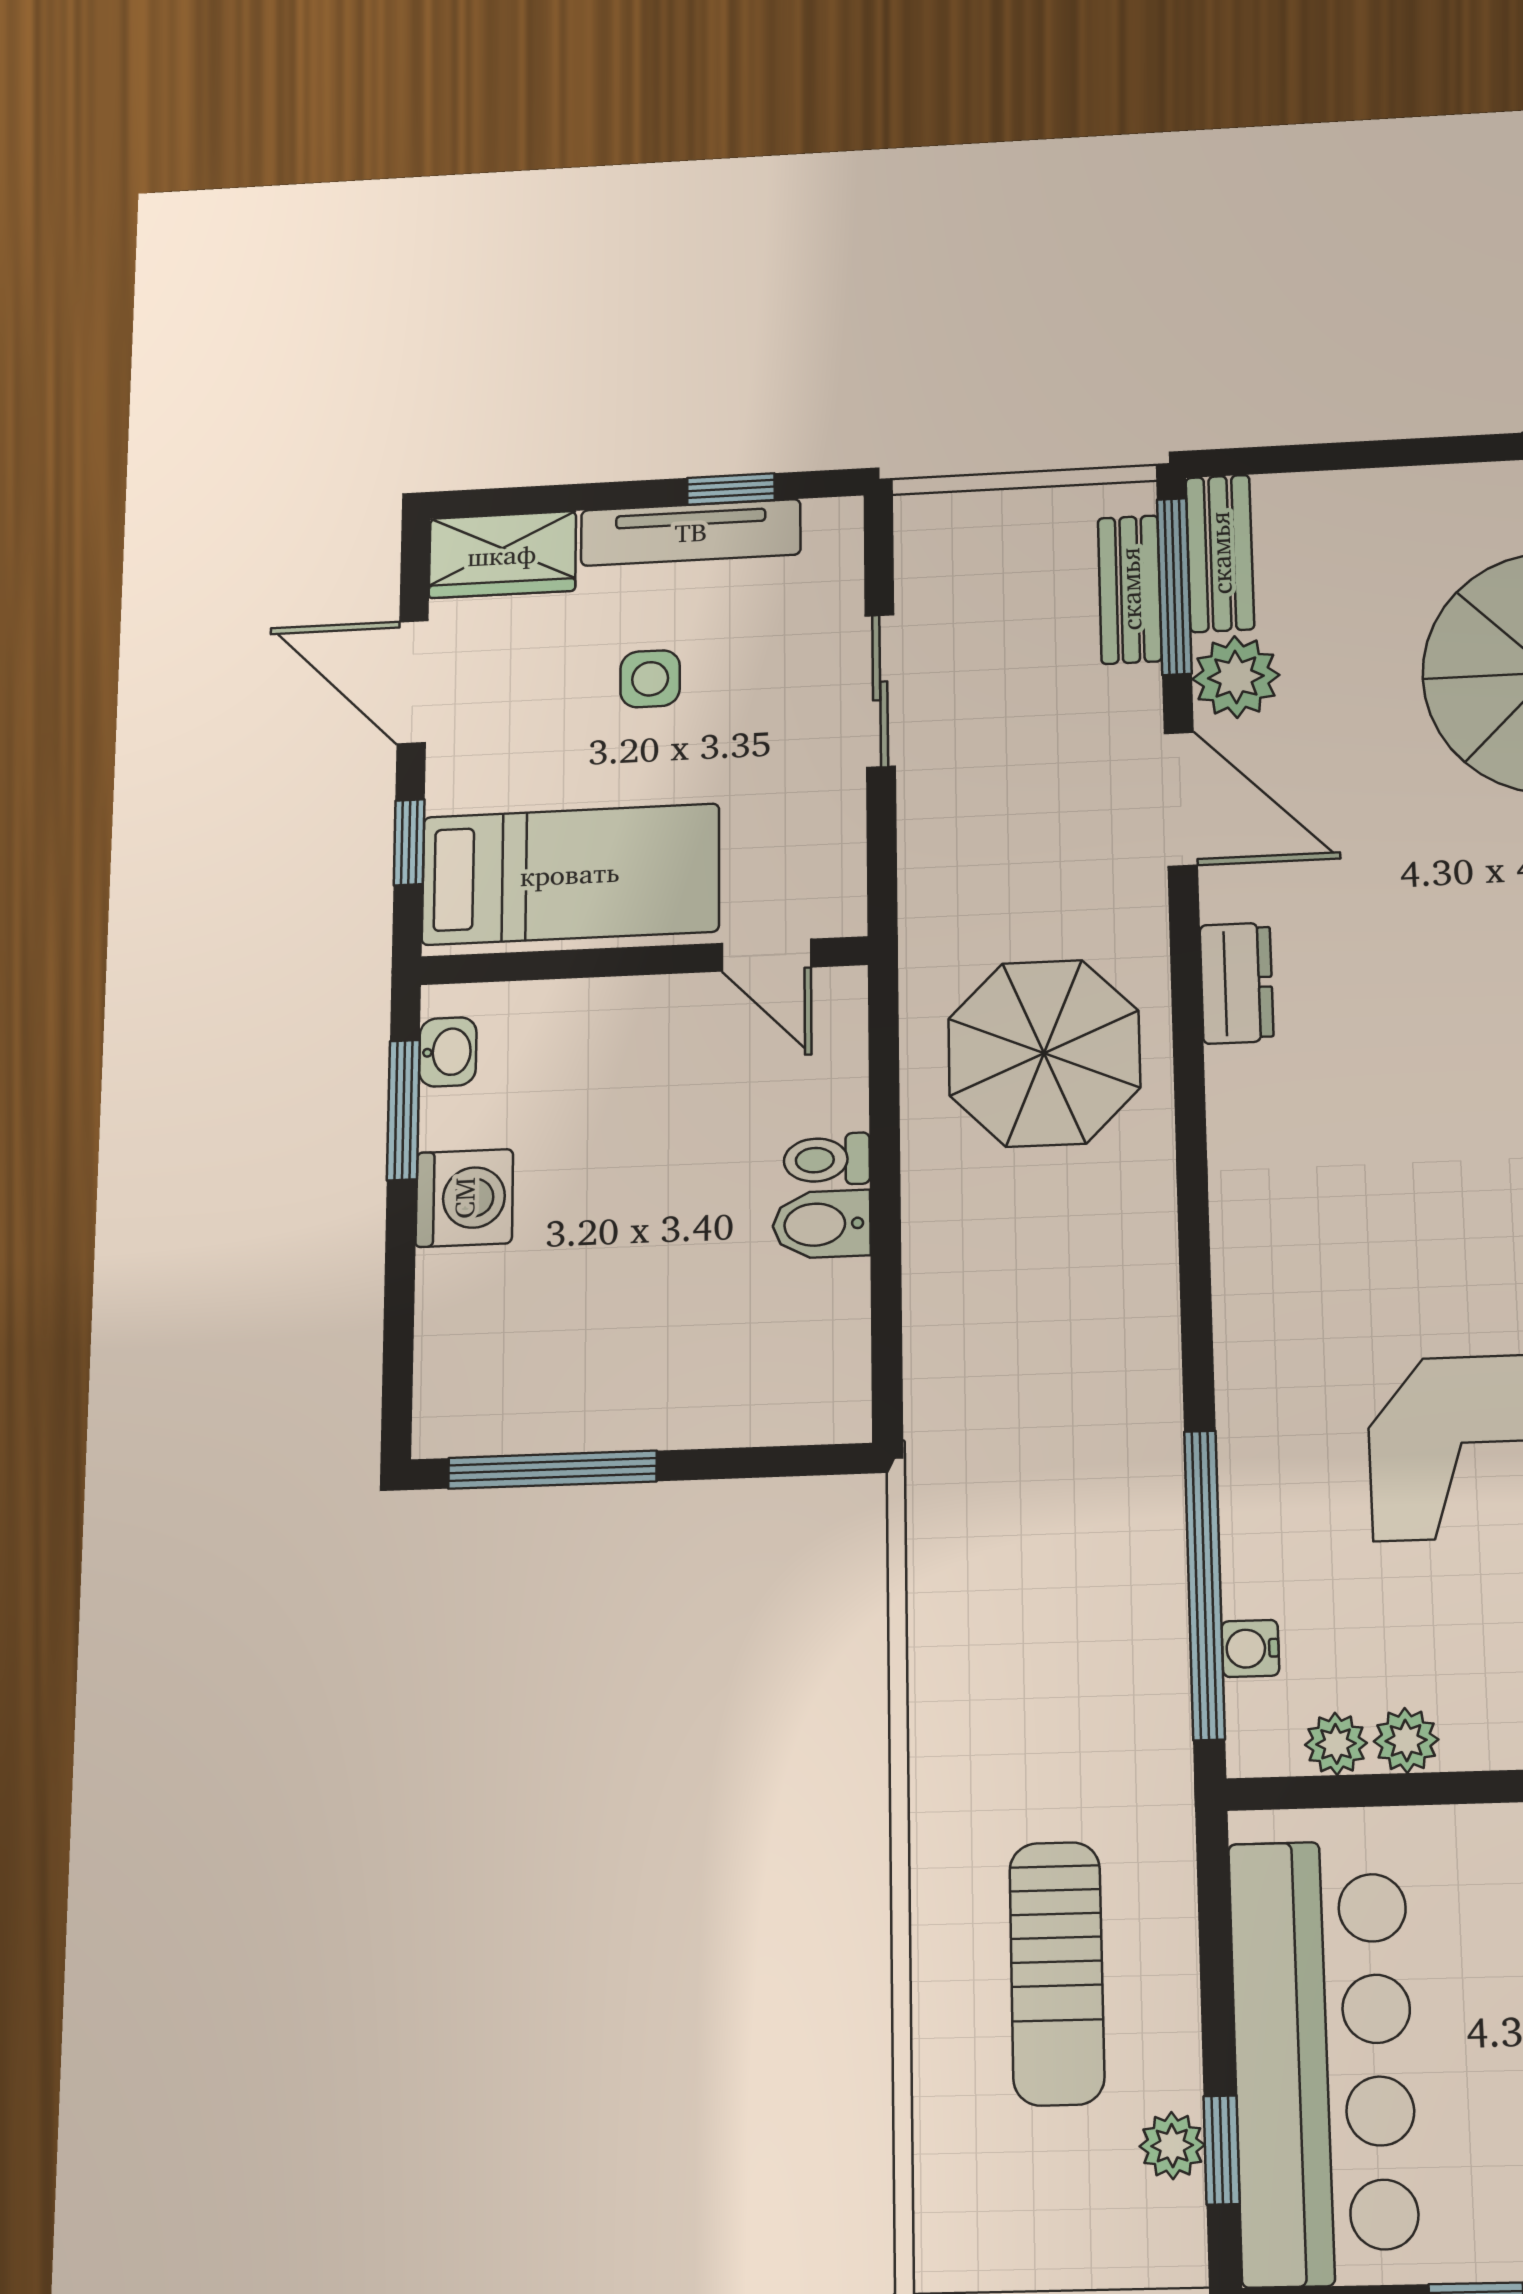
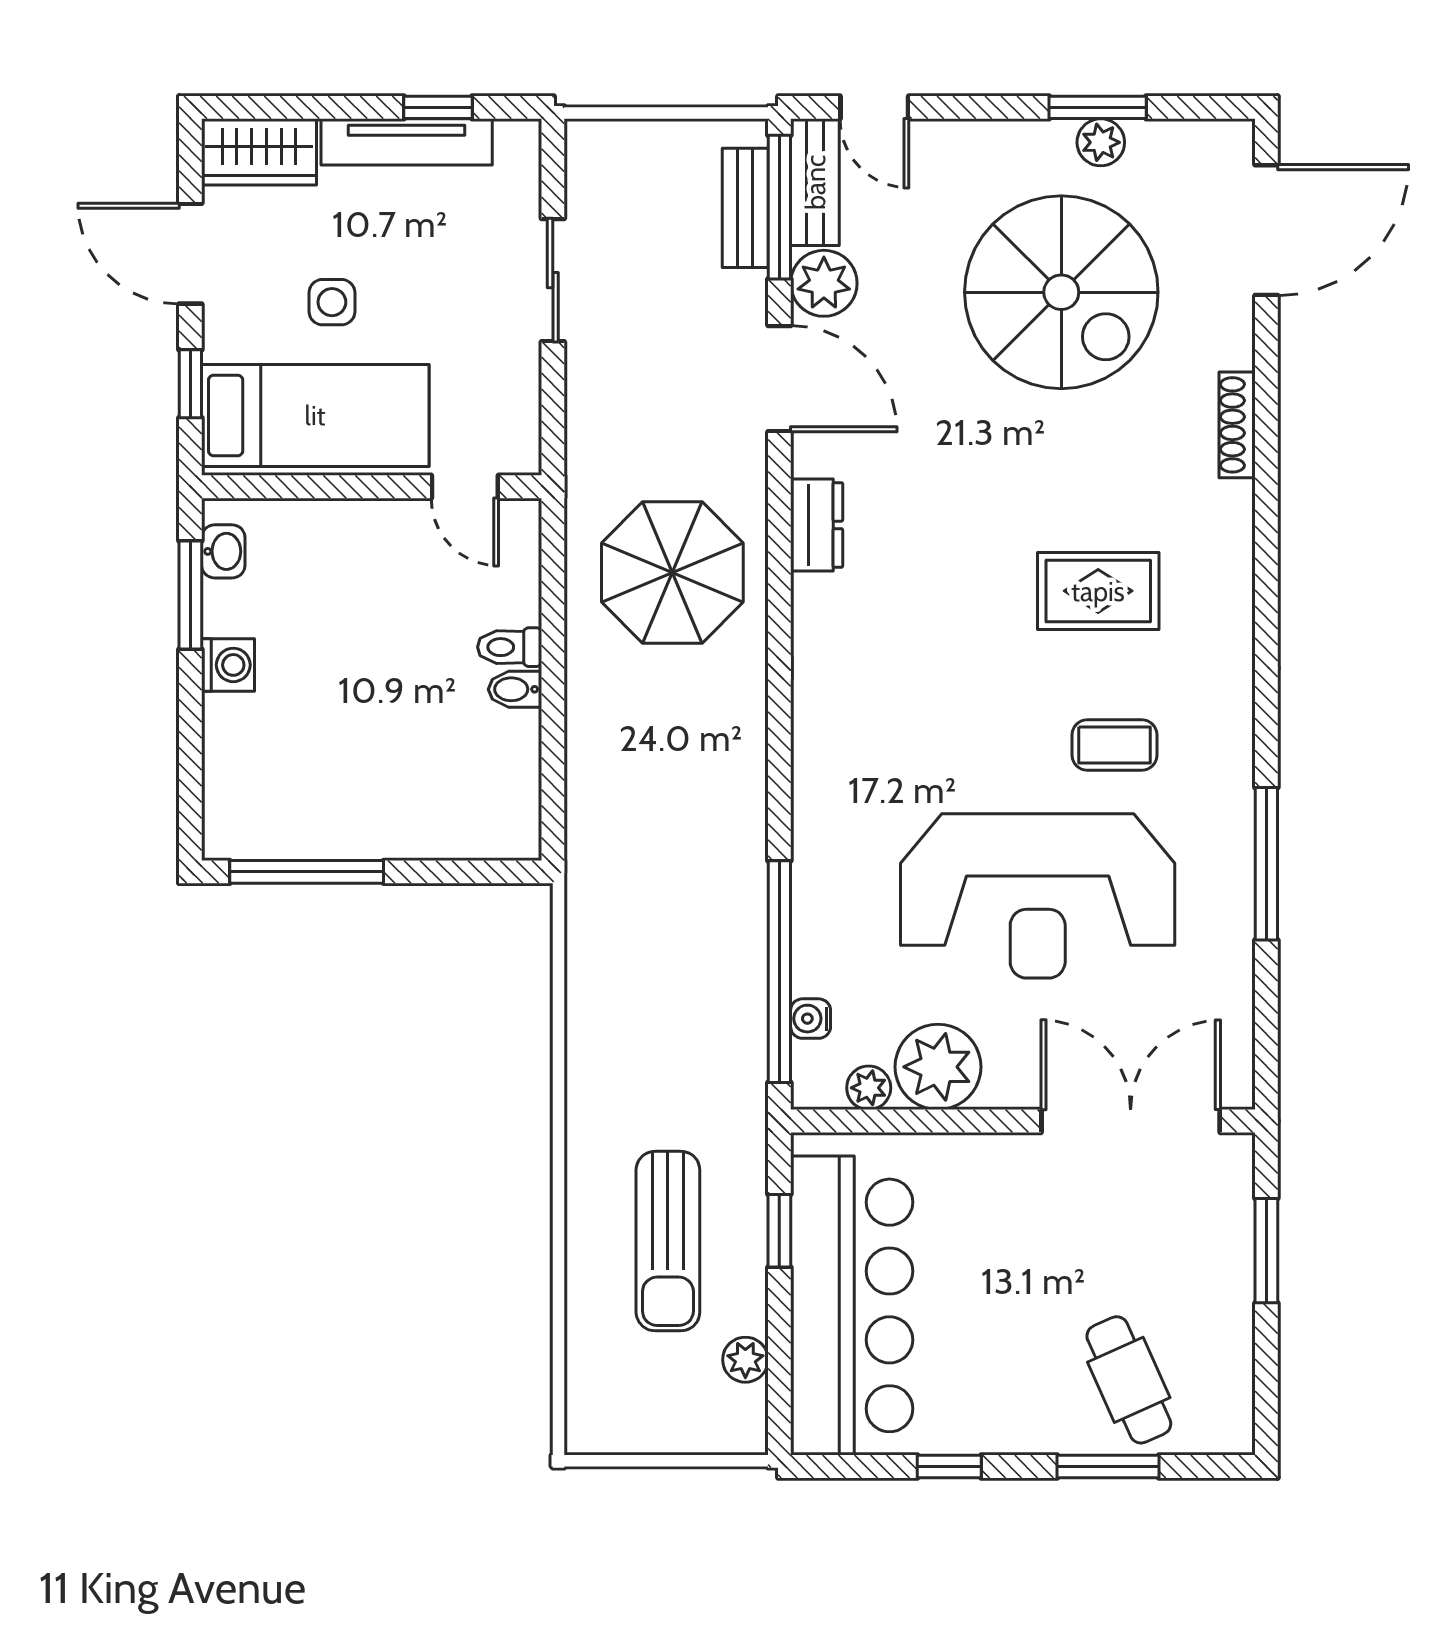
door: (1294, 459) -> (874, 107), added
side table: (650, 679) -> (332, 302), moved
washing machine: (464, 1198) -> (228, 665), width x0.73, depth x0.73
bidet: (822, 1224) -> (515, 689), width x0.72, depth x0.74
plant: (1406, 1740) -> (938, 1067), width x1.88, depth x1.88
window: (1222, 2150) -> (779, 1231), moved

